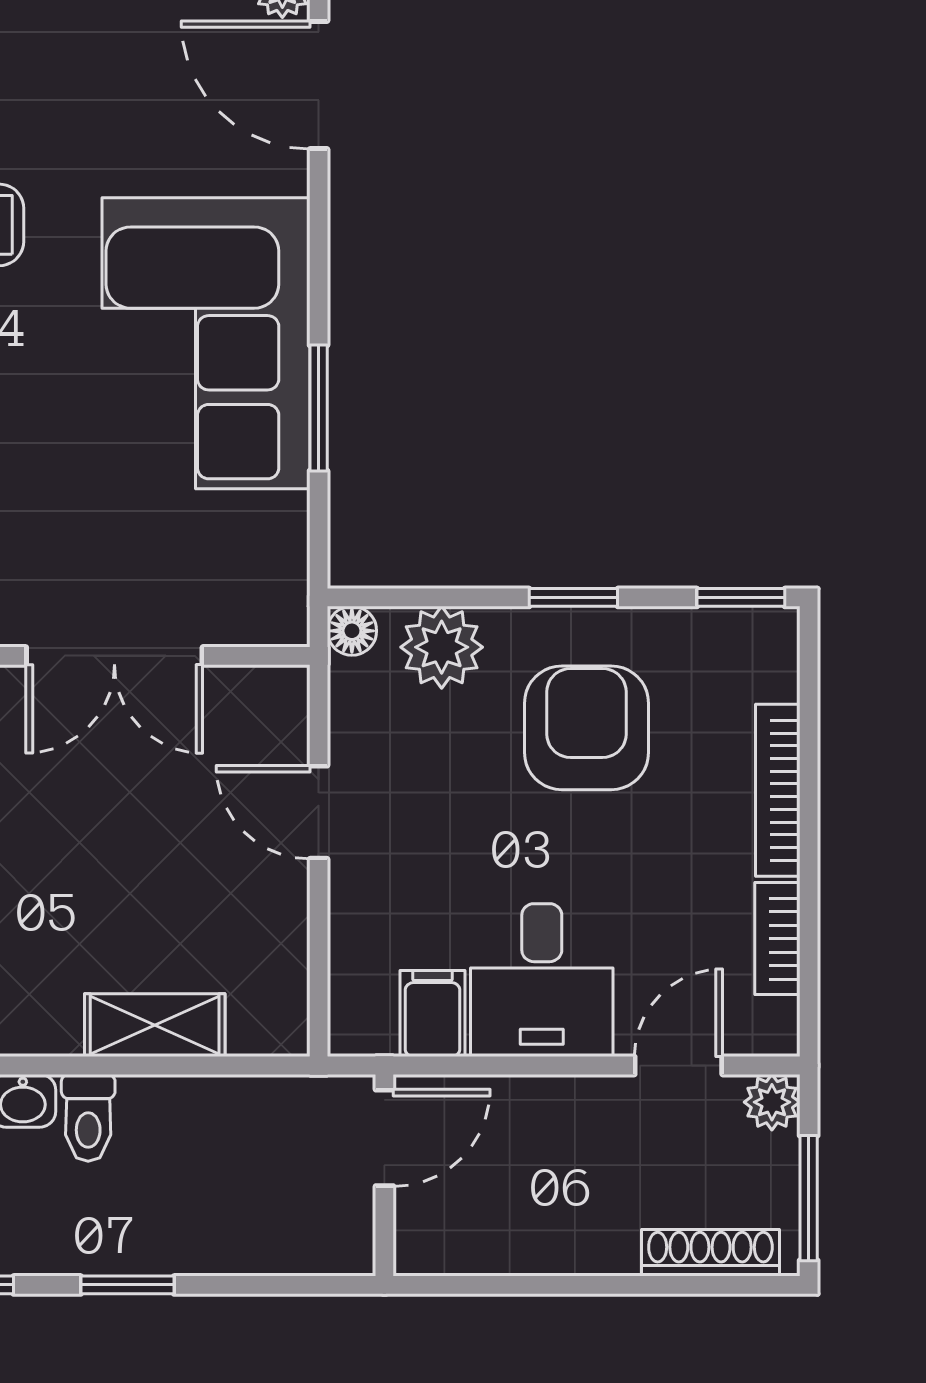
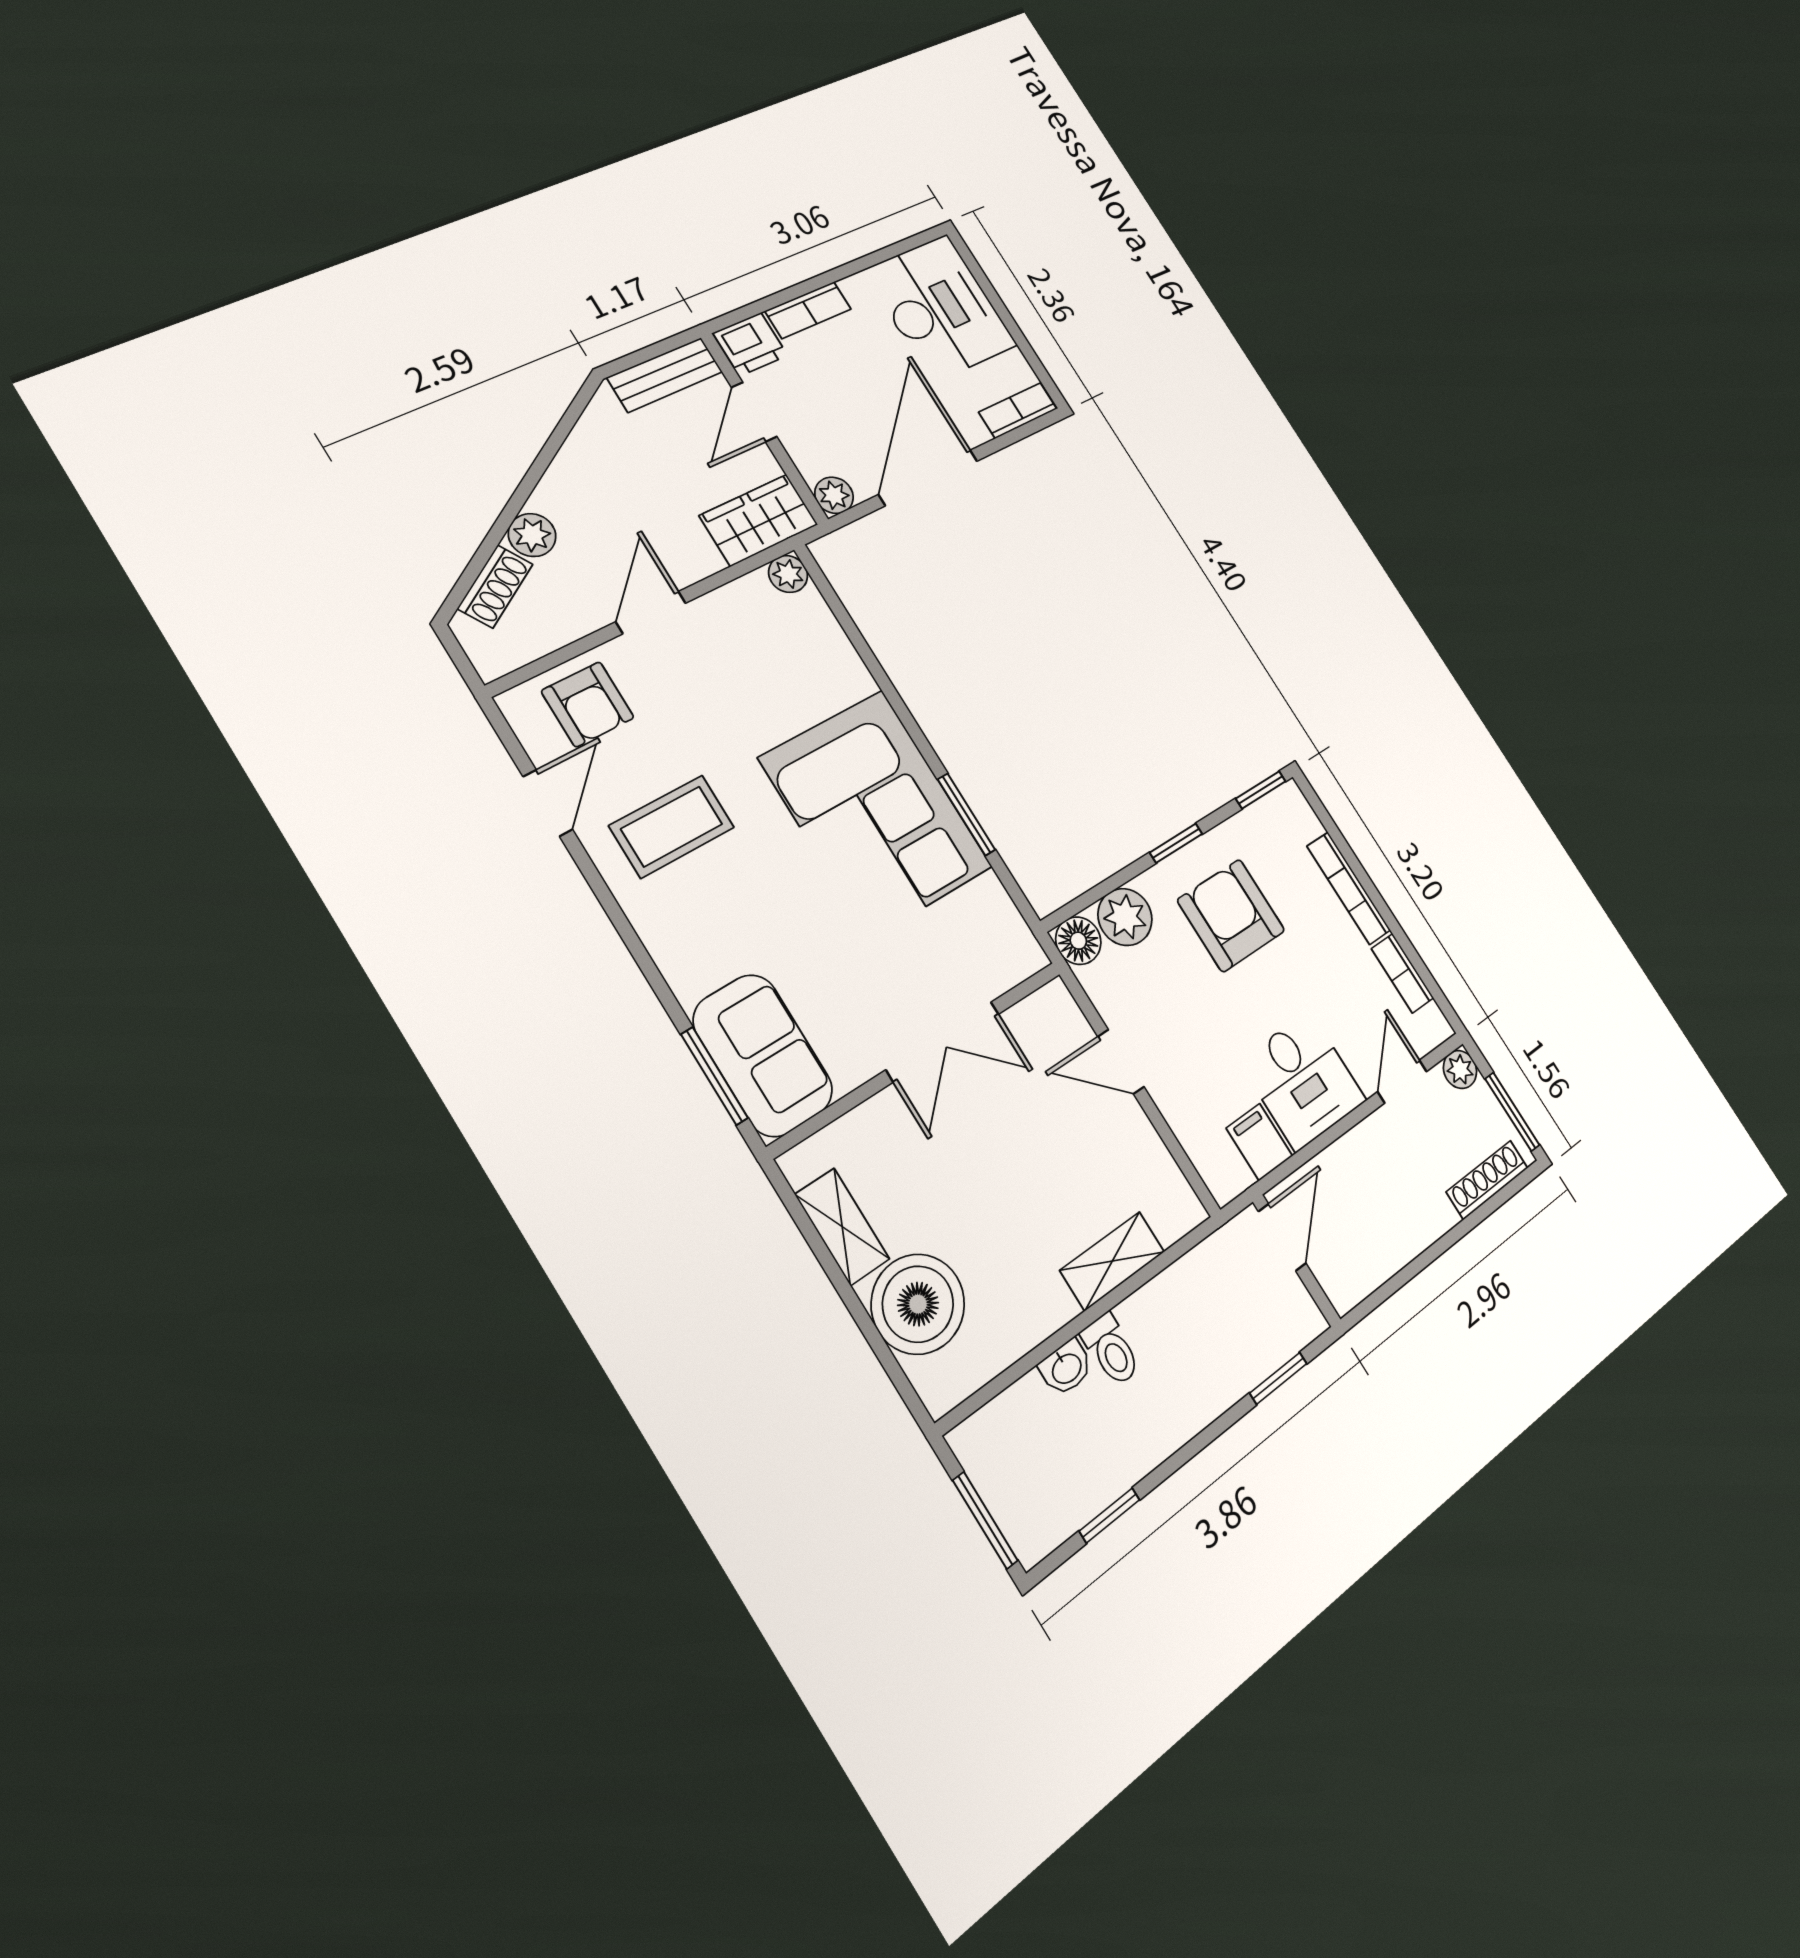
door: (319, 85) -> (845, 620), removed
floor lamp: (352, 631) -> (1078, 941), width x1.37, depth x1.37
window: (127, 1285) -> (1278, 1378), moved

